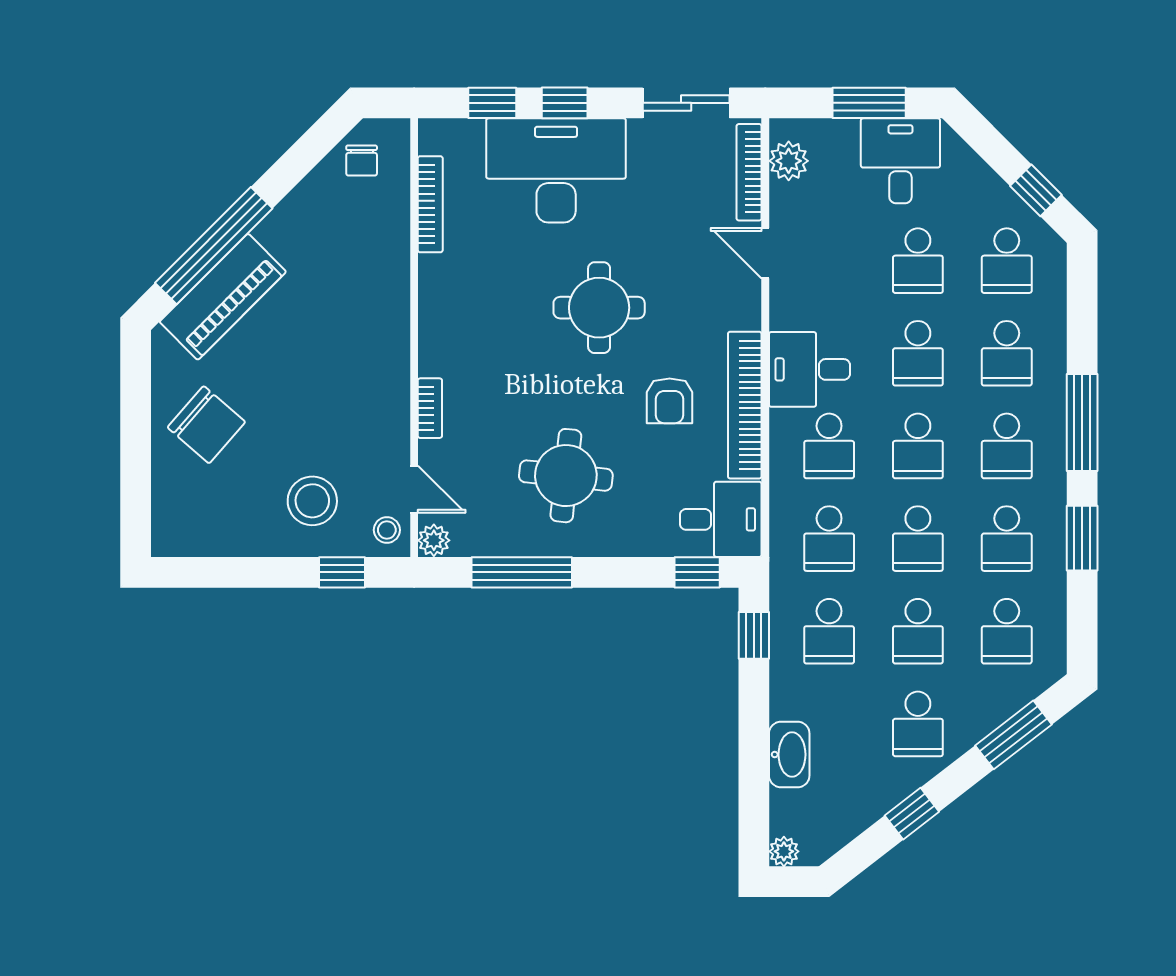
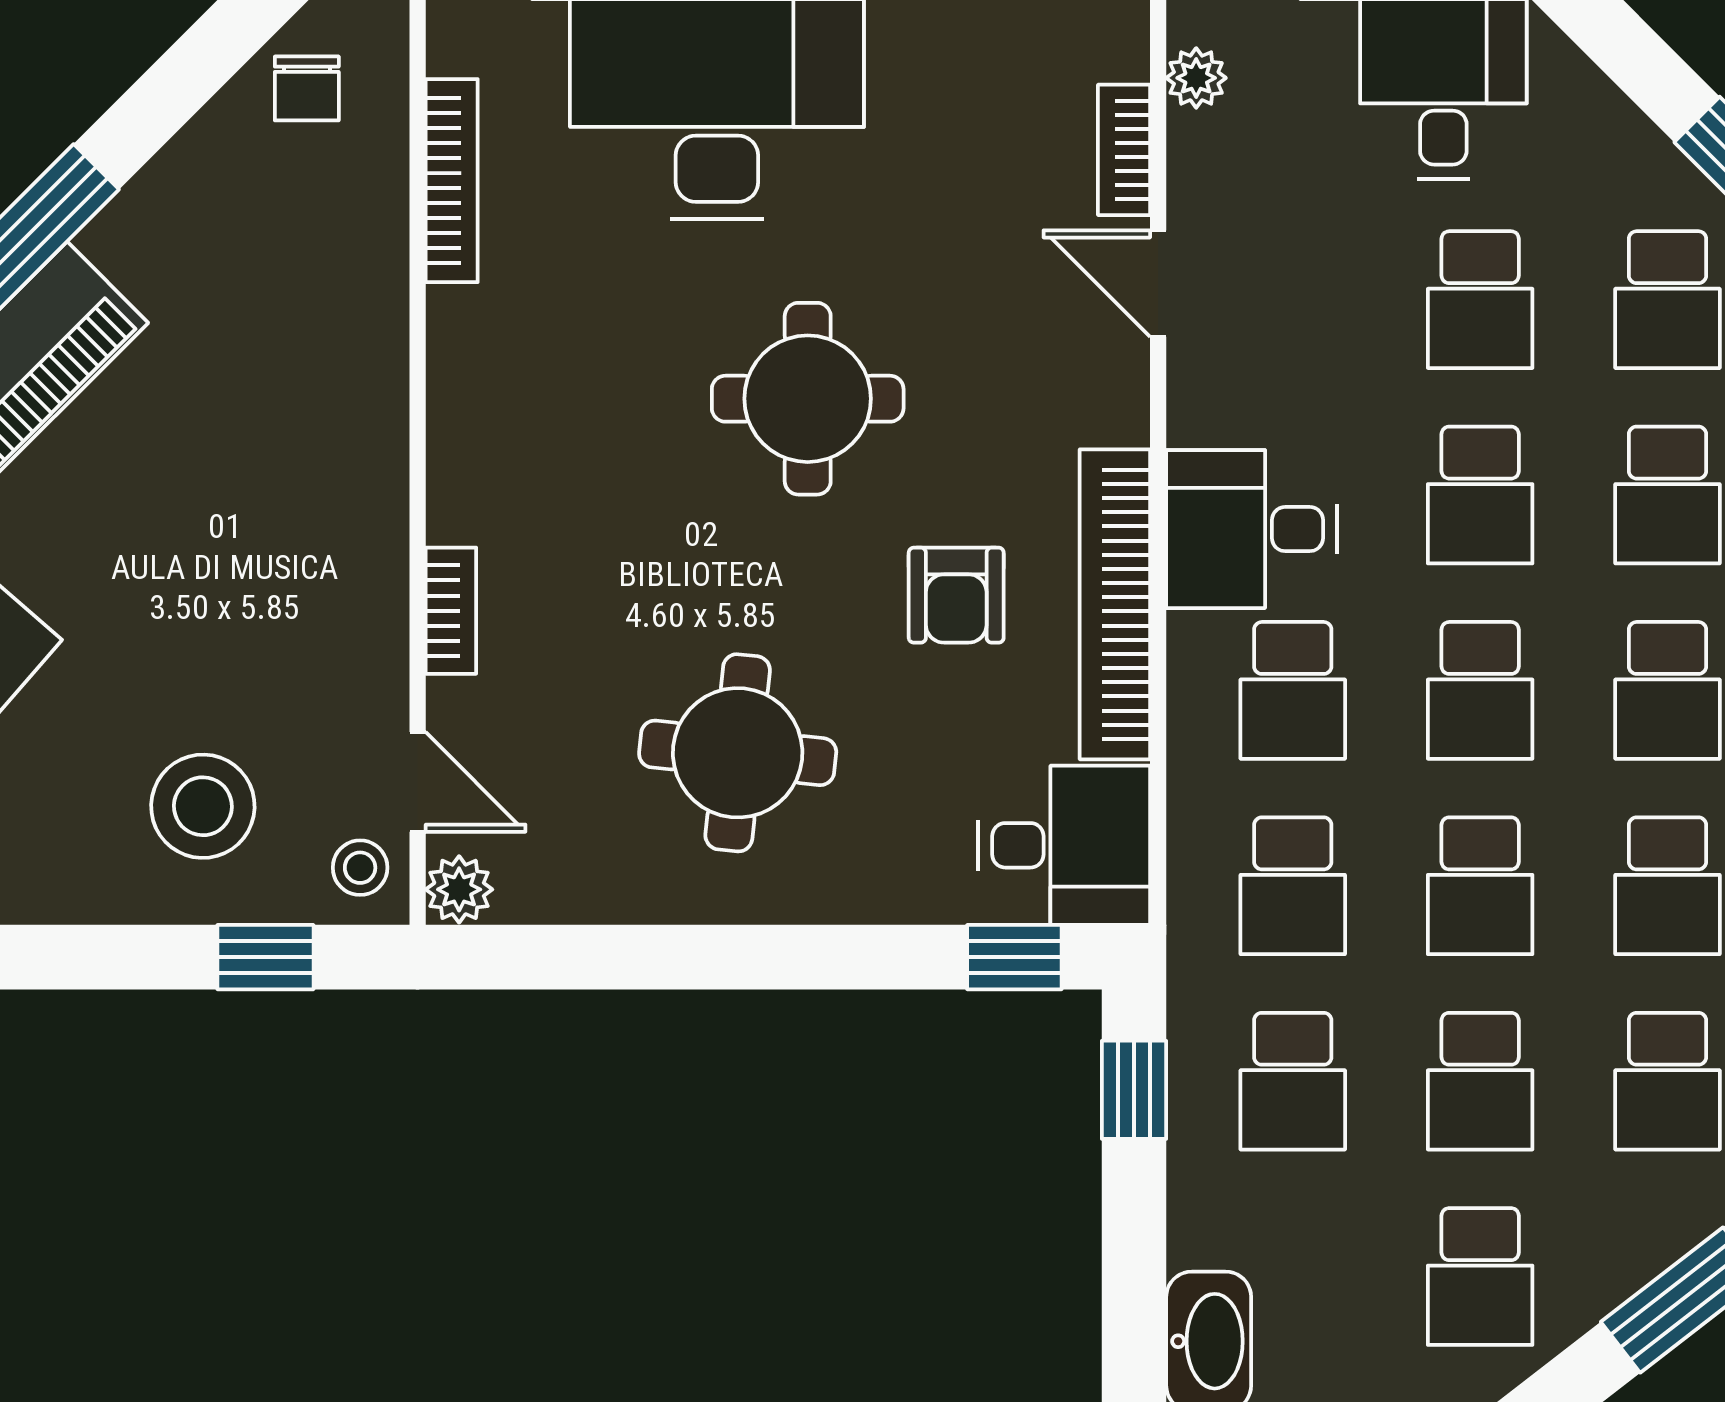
plant: (789, 161) -> (1196, 78), width x0.73, depth x0.73
bookcase: (749, 172) -> (1124, 150), width x0.64
window: (522, 572) -> (645, 957), removed

